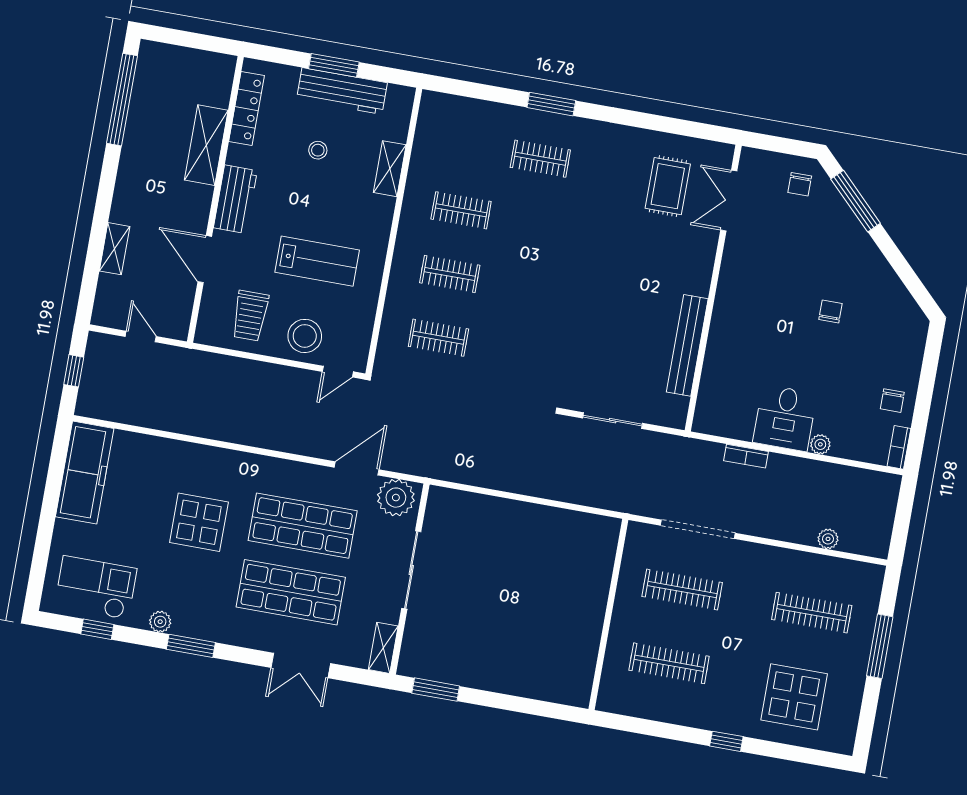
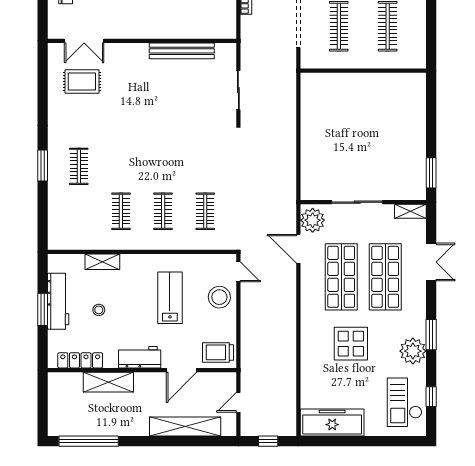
shelving: (115, 249) -> (185, 427), width x2.20, depth x1.33
trolley: (250, 316) -> (218, 352), moved, turned 180
plant: (160, 622) -> (413, 351), width x1.88, depth x1.88

